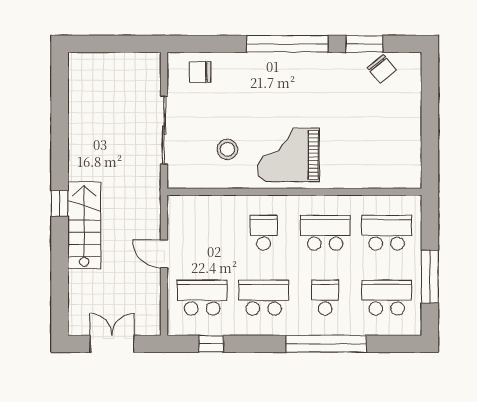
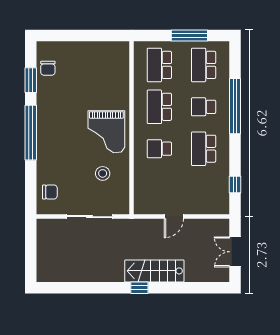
chair: (382, 69) -> (48, 68), turned 129
chair: (200, 72) -> (50, 192), turned -90
school desk: (202, 298) -> (204, 191), removed

